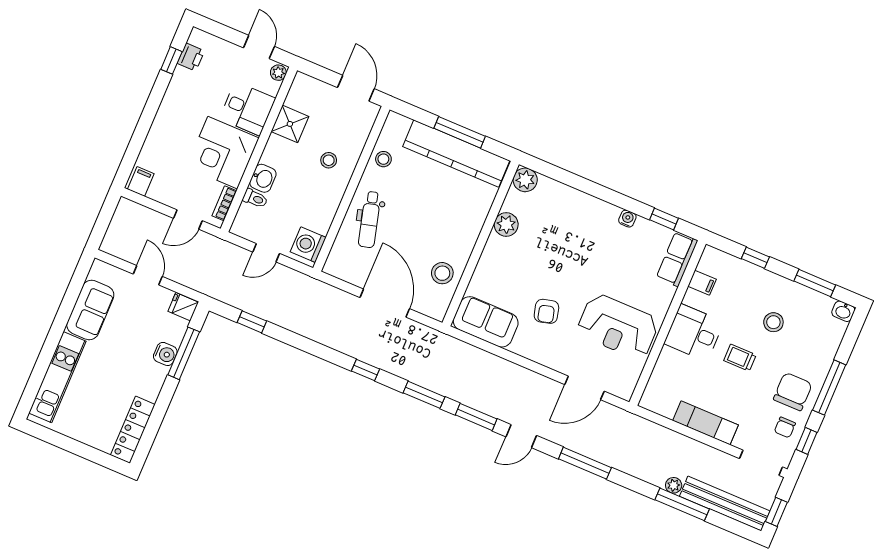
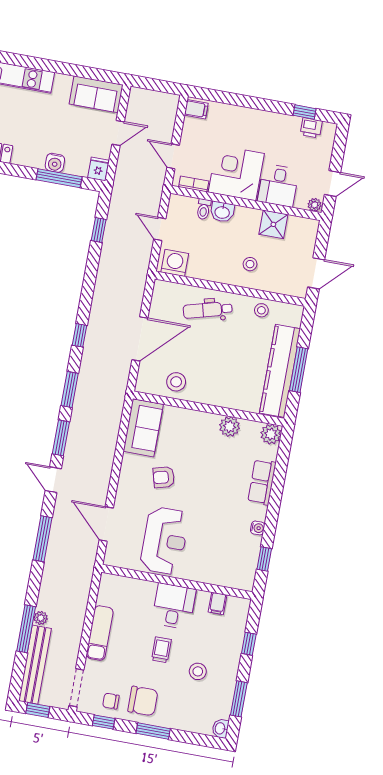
row of seats: (677, 259) -> (262, 482), moved, turned -90
sofa: (90, 310) -> (96, 94), moved
reception desk: (618, 327) -> (164, 541), turned 180
window: (829, 388) -> (153, 731), width x0.69

